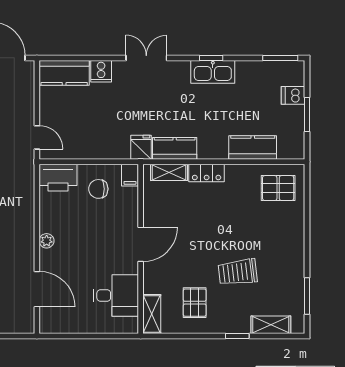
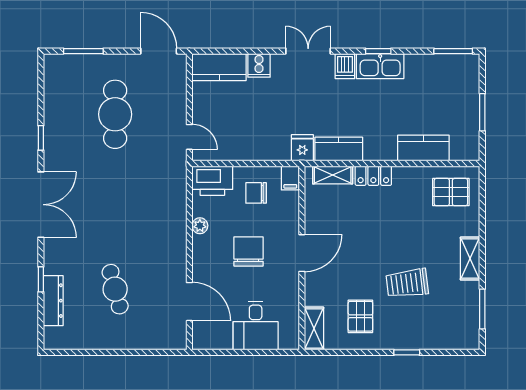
dishwasher: (293, 95) -> (345, 66), moved, turned -90
plant: (47, 241) -> (200, 226), moved
chair: (91, 243) -> (248, 251), added
desk: (116, 295) -> (256, 326), moved, turned 90
shelving: (271, 325) -> (470, 259), moved, turned 90

